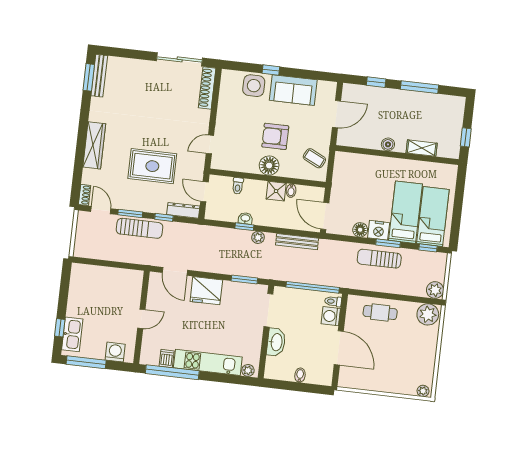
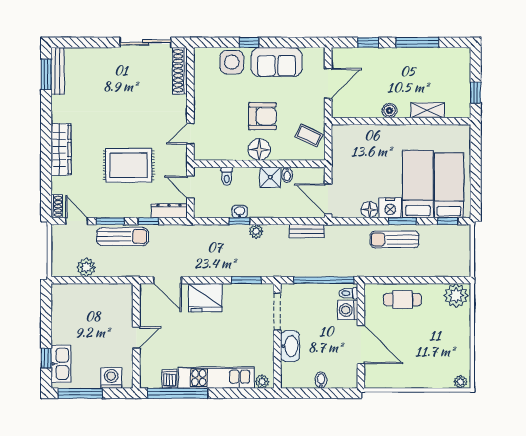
armchair: (275, 136) -> (262, 116), turned 180
bench: (297, 242) -> (307, 231), width x0.73
plant: (435, 290) -> (86, 267), moved

